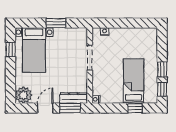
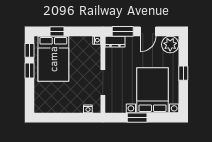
window: (10, 49) -> (183, 73), moved
bed with nightstands: (34, 50) -> (153, 90), width x1.36
bed: (134, 81) -> (53, 59), width x1.50
dresser: (74, 98) -> (115, 42), width x0.70

